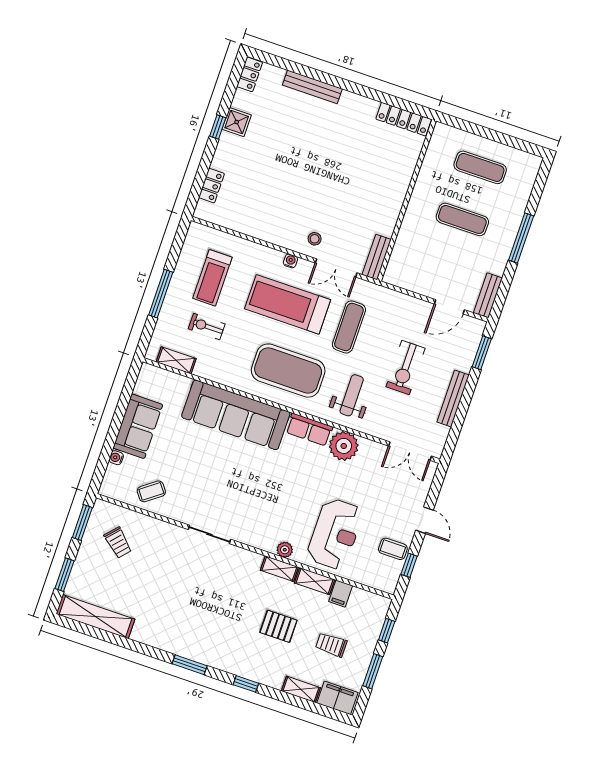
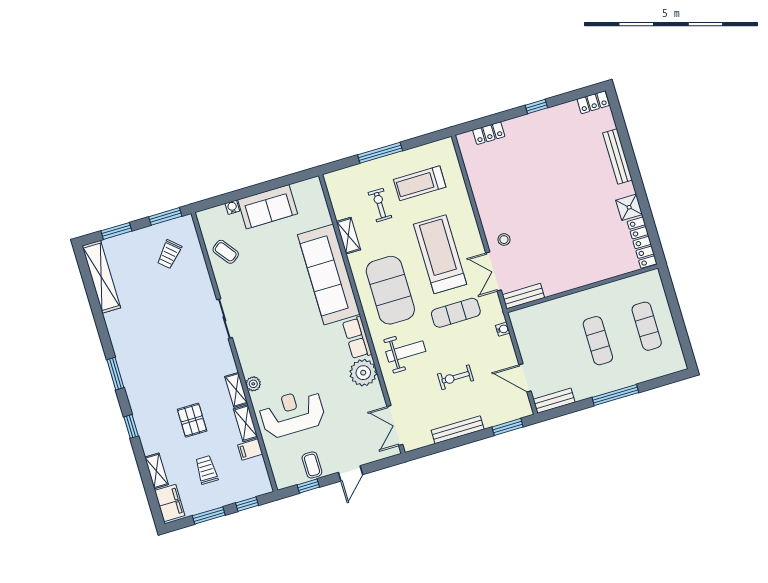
shower: (237, 122) -> (629, 207), moved
water cooler: (290, 261) -> (503, 329), moved
shelving: (176, 360) -> (348, 236), moved
exercise bike: (406, 368) -> (456, 377), width x0.73, depth x0.72
reception desk: (335, 534) -> (292, 413), turned 180

